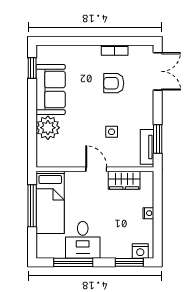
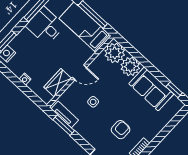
plant: (49, 153) -> (115, 53), added

